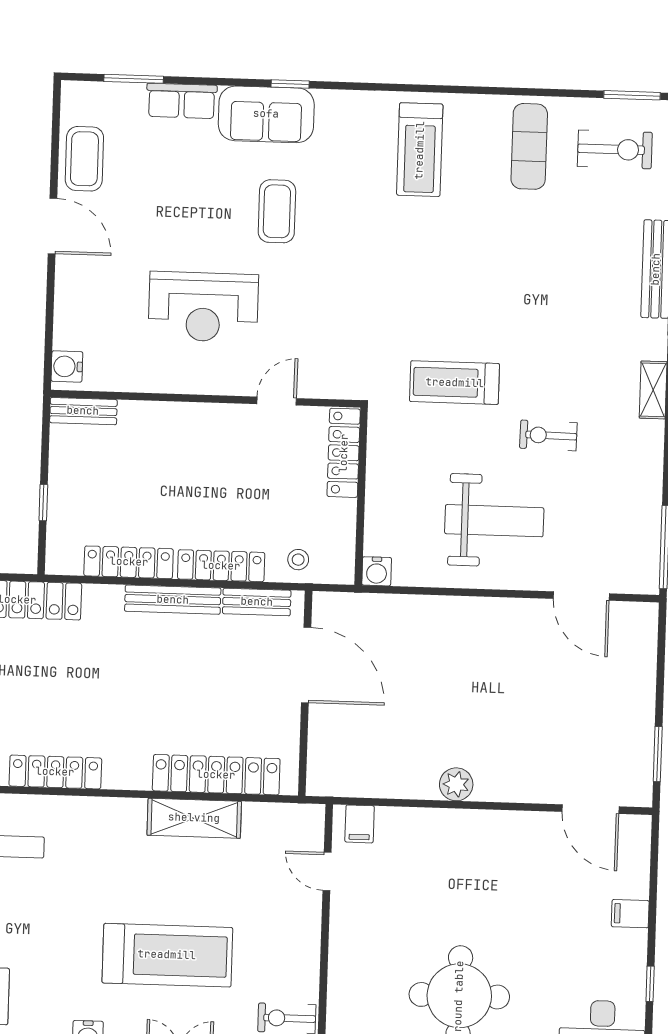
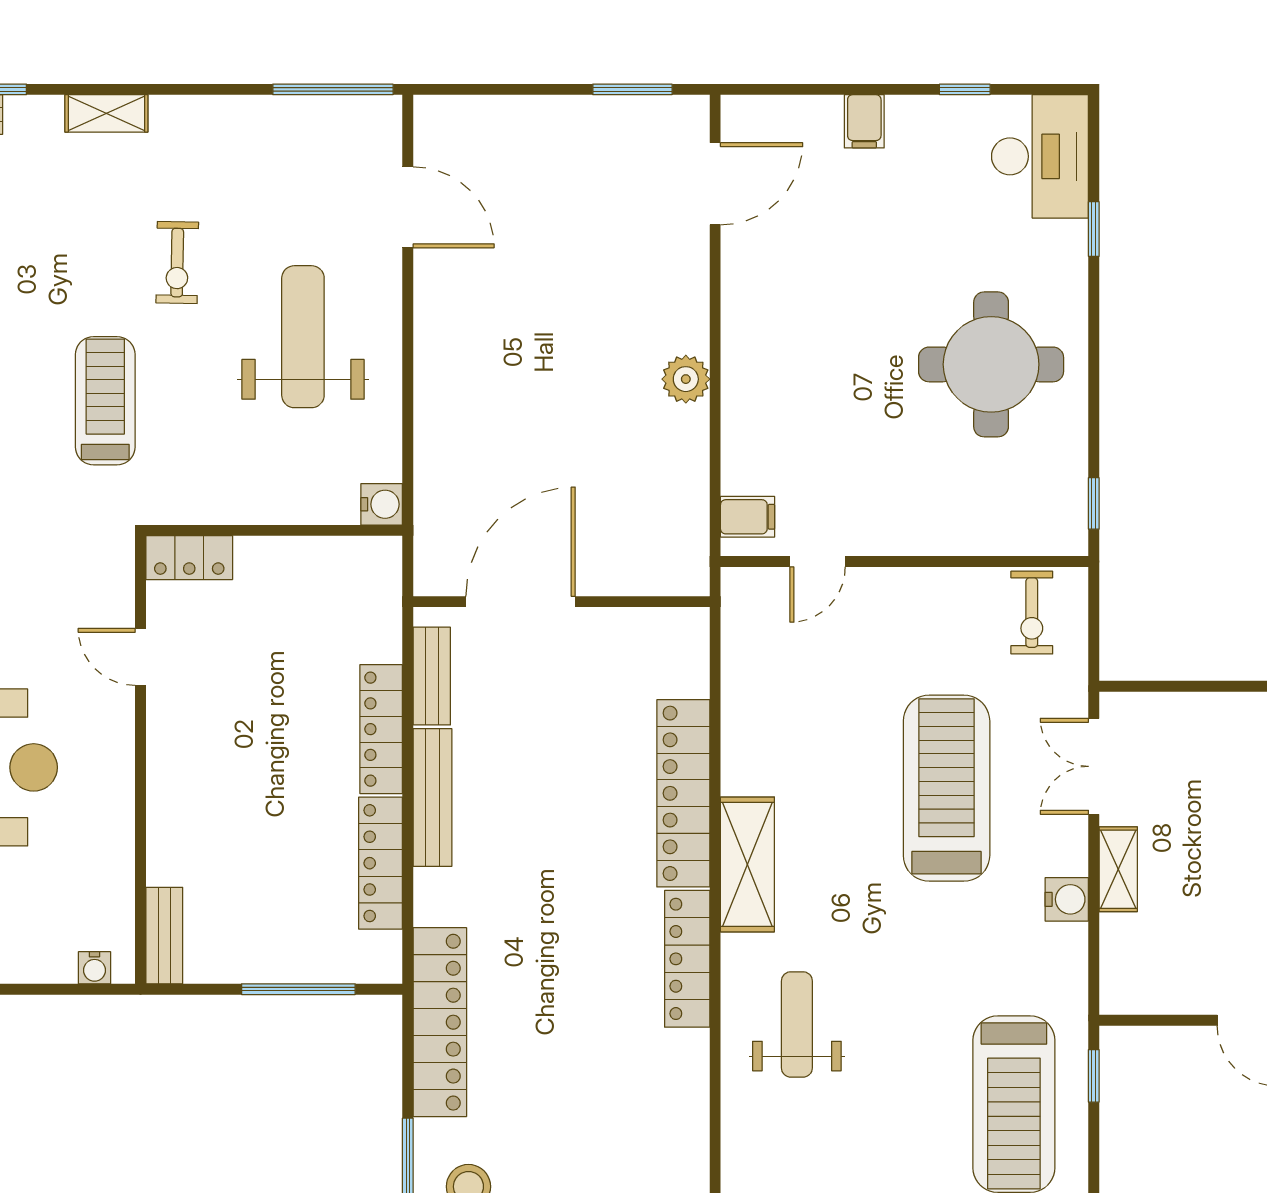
water cooler: (67, 366) -> (94, 968), width x0.72, depth x0.72
treadmill: (455, 383) -> (105, 401), turned 180
locker: (344, 453) -> (189, 558), width x0.66
window: (43, 503) -> (298, 989), width x2.17
stool: (298, 560) -> (369, 618), removed
door: (581, 596) -> (408, 207), hinge flipped
locker: (216, 775) -> (683, 793), moved
shelving: (194, 818) -> (747, 864), moved

